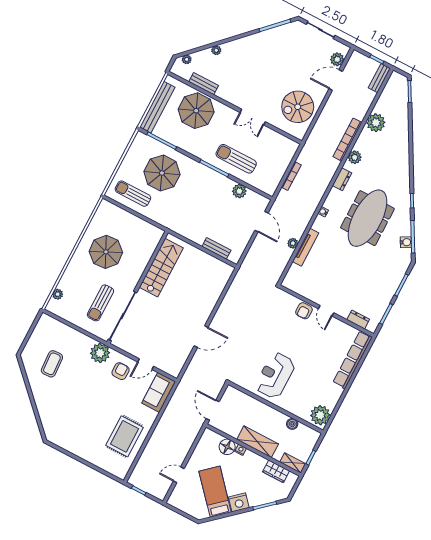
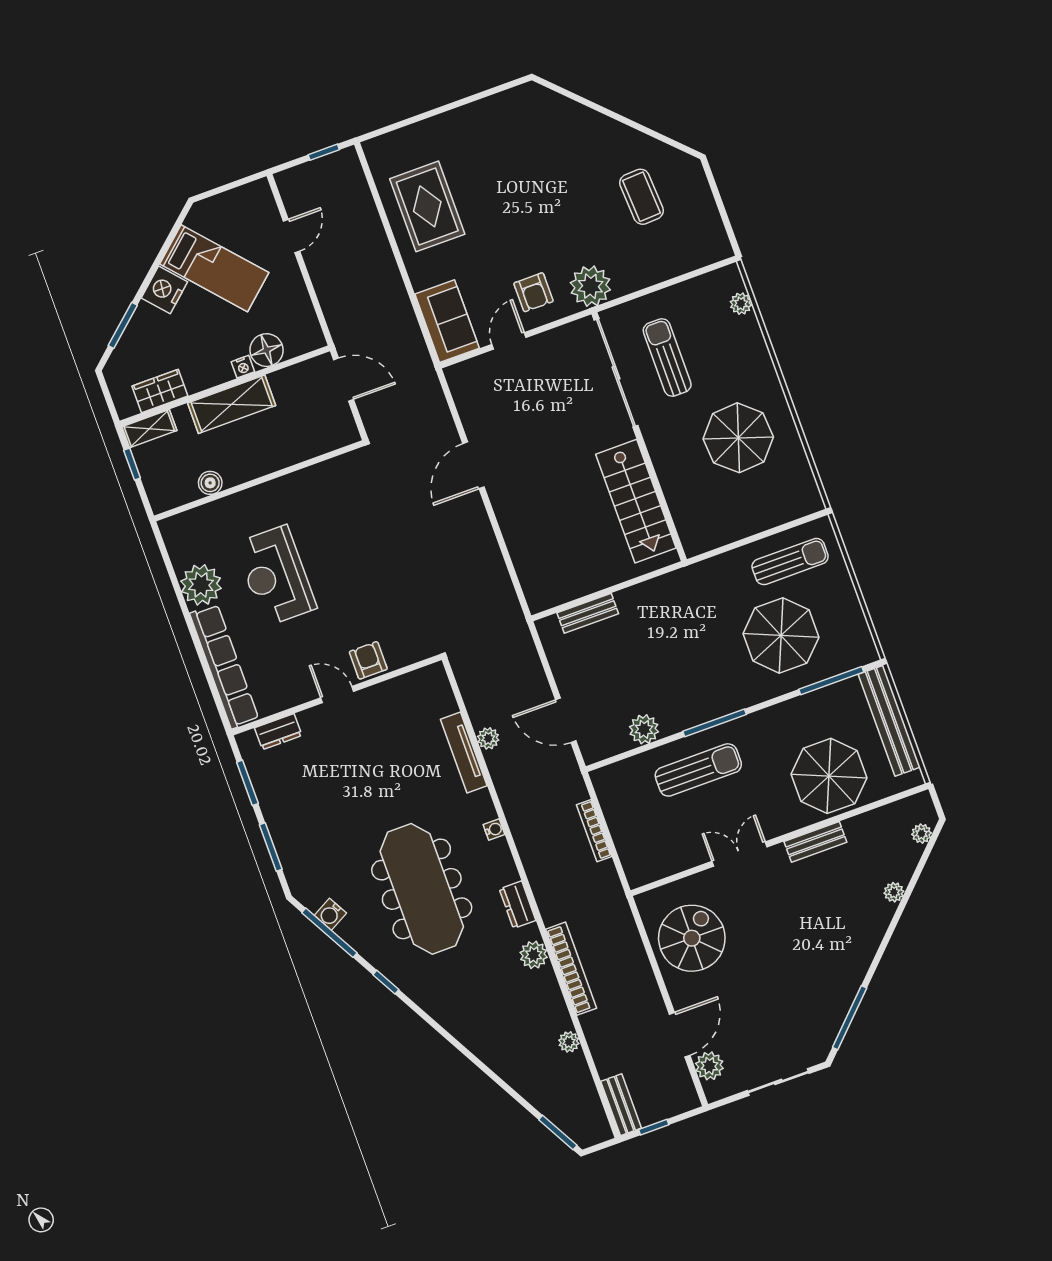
bench: (204, 84) -> (815, 842), moved
plant: (376, 123) -> (569, 1042), width x0.53, depth x0.53
reception desk: (275, 375) -> (276, 576), moved, turned 180
plant: (320, 415) -> (201, 585), moved

